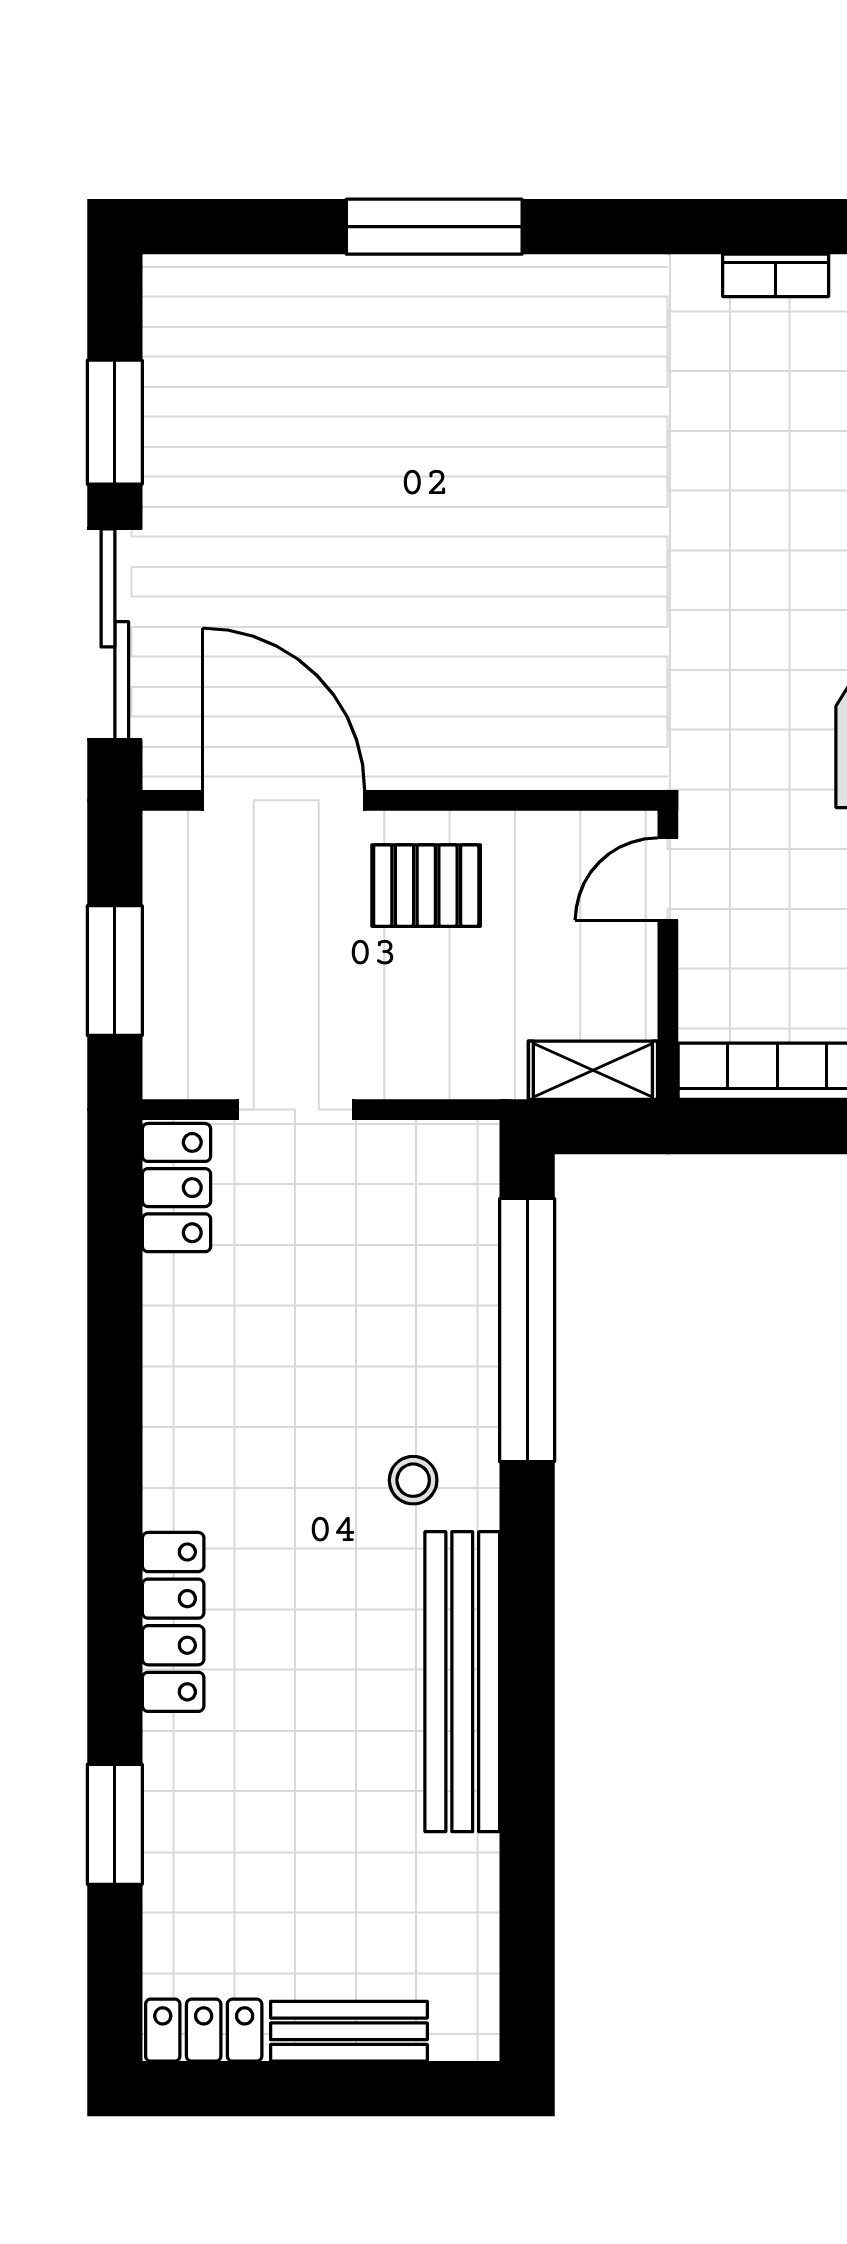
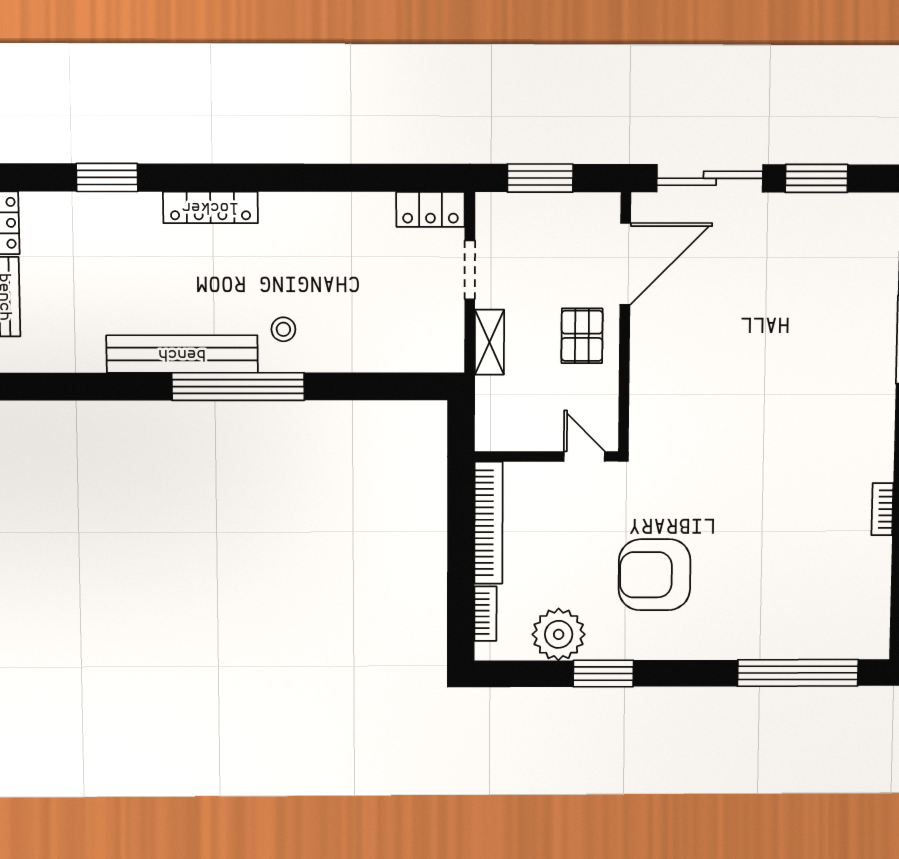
shelving: (593, 1070) -> (489, 342), moved
window: (527, 1330) -> (238, 387), moved

